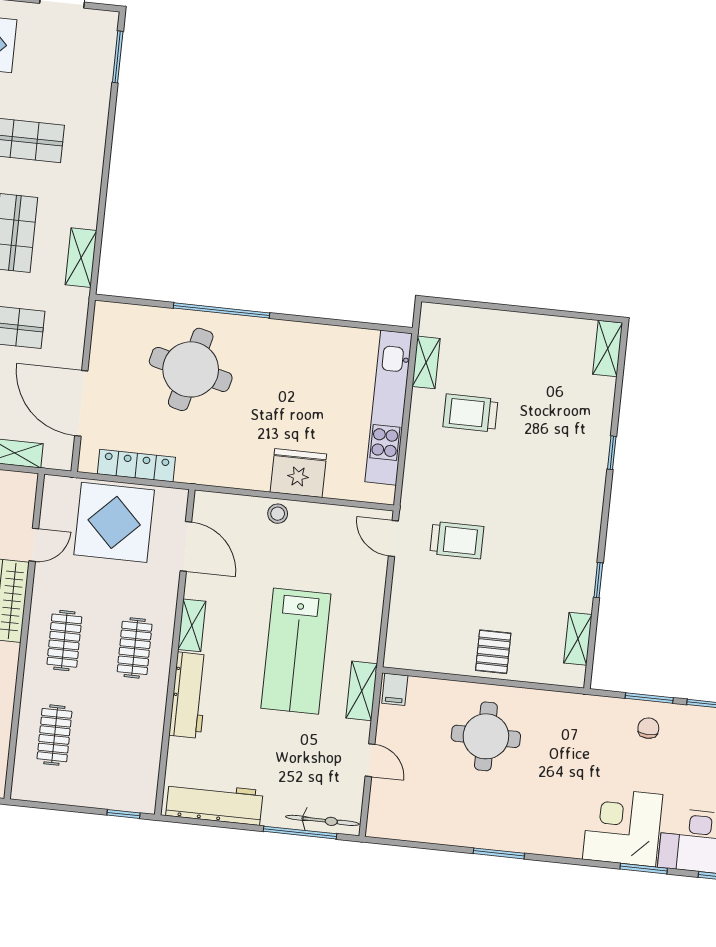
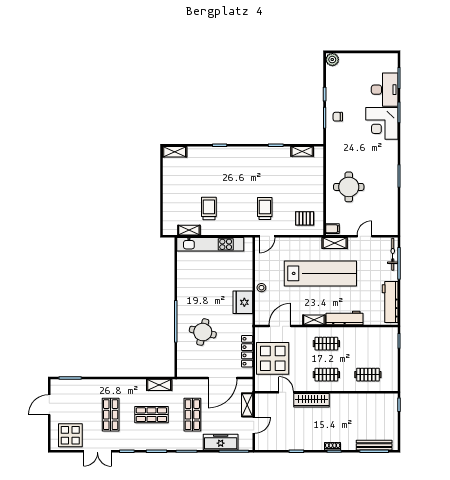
round table: (191, 369) -> (203, 332), width x0.73, depth x0.73
trolley: (470, 413) -> (209, 208), turned 180
fridge: (298, 473) -> (243, 302), moved
lab bench: (296, 651) -> (320, 273), width x1.36
pallet: (493, 652) -> (305, 218), moved

